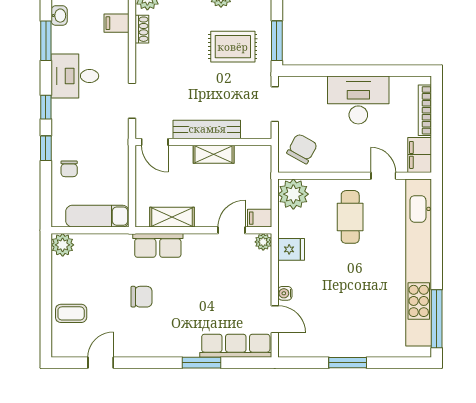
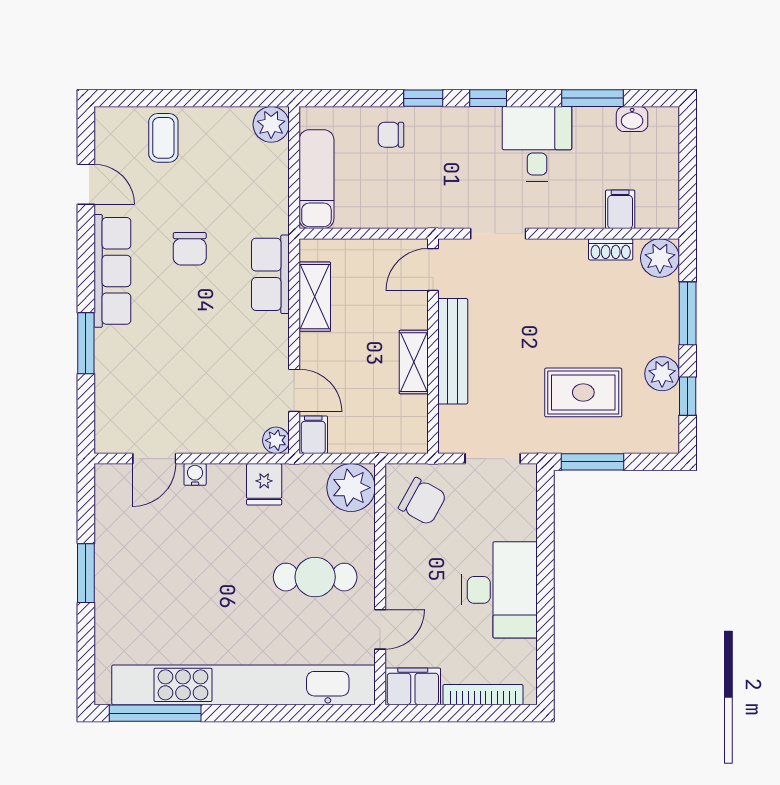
rug: (233, 47) -> (583, 392), turned 90
row of seats: (236, 346) -> (112, 271), moved

